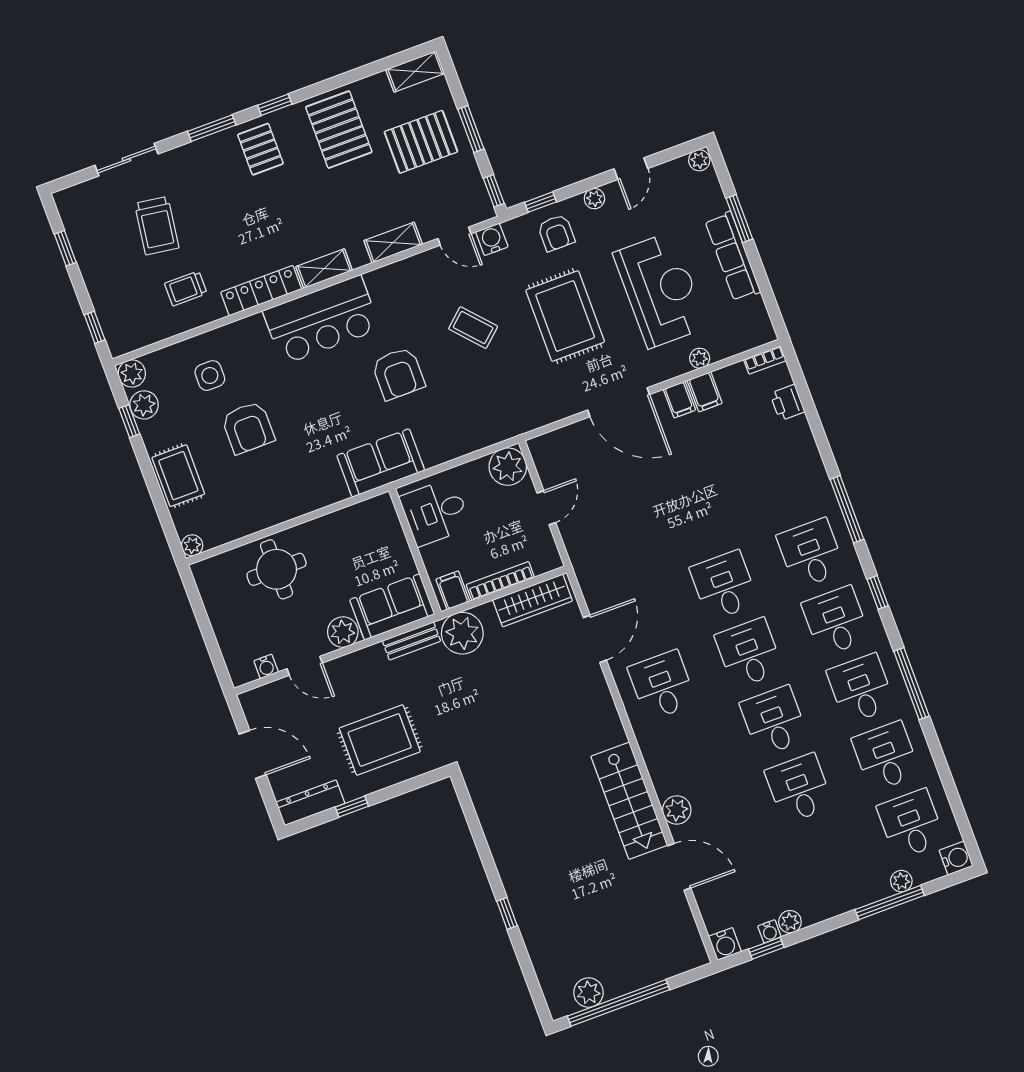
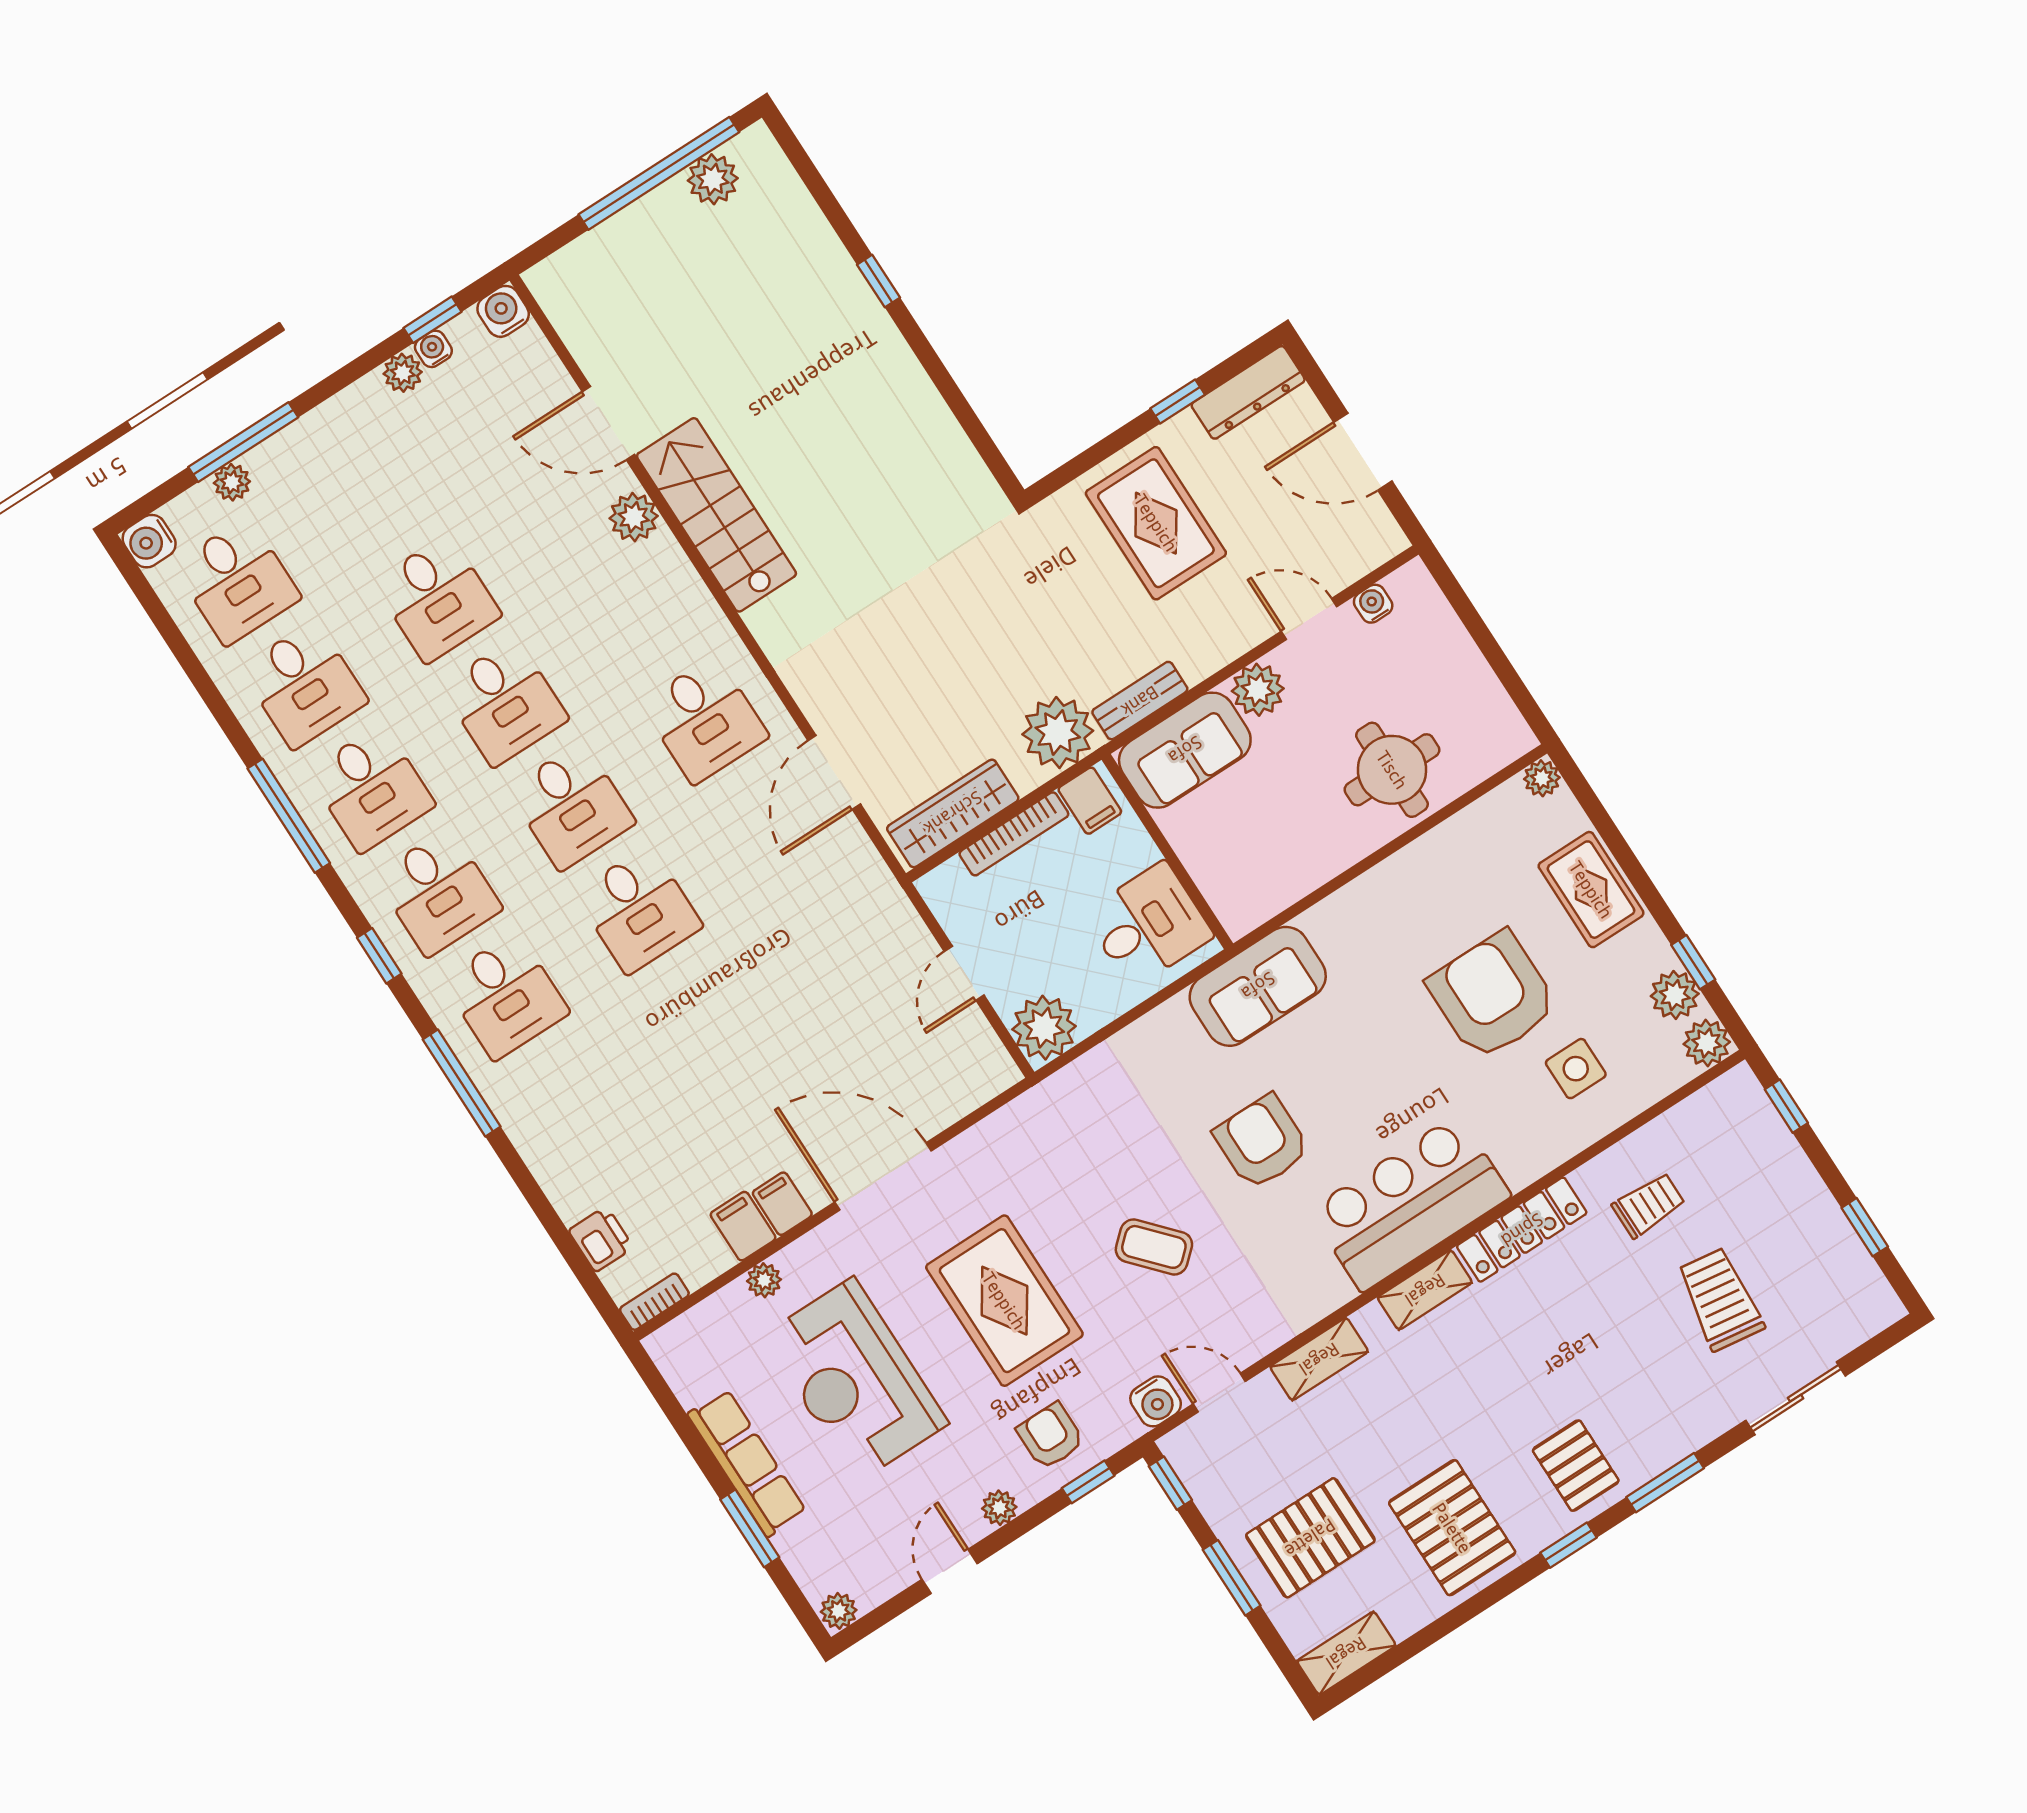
armchair: (248, 428) -> (1493, 996), width x1.36, depth x1.36
rug: (380, 740) -> (1156, 523), turned 90

